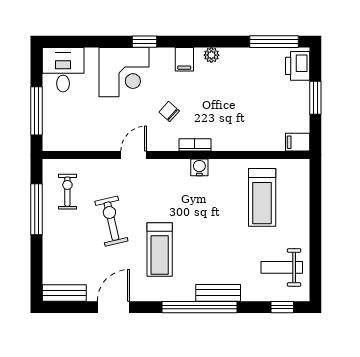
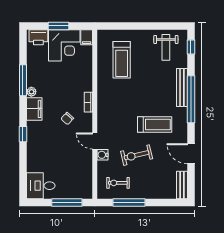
window: (274, 42) -> (23, 80), moved
filing cabinet: (184, 59) -> (34, 109), width x2.00
corner desk: (124, 72) -> (64, 45), moved, turned 90
water cooler: (199, 167) -> (103, 155), moved
treadmill: (262, 197) -> (122, 60), turned 90
bench: (218, 293) -> (182, 88), width x1.36

